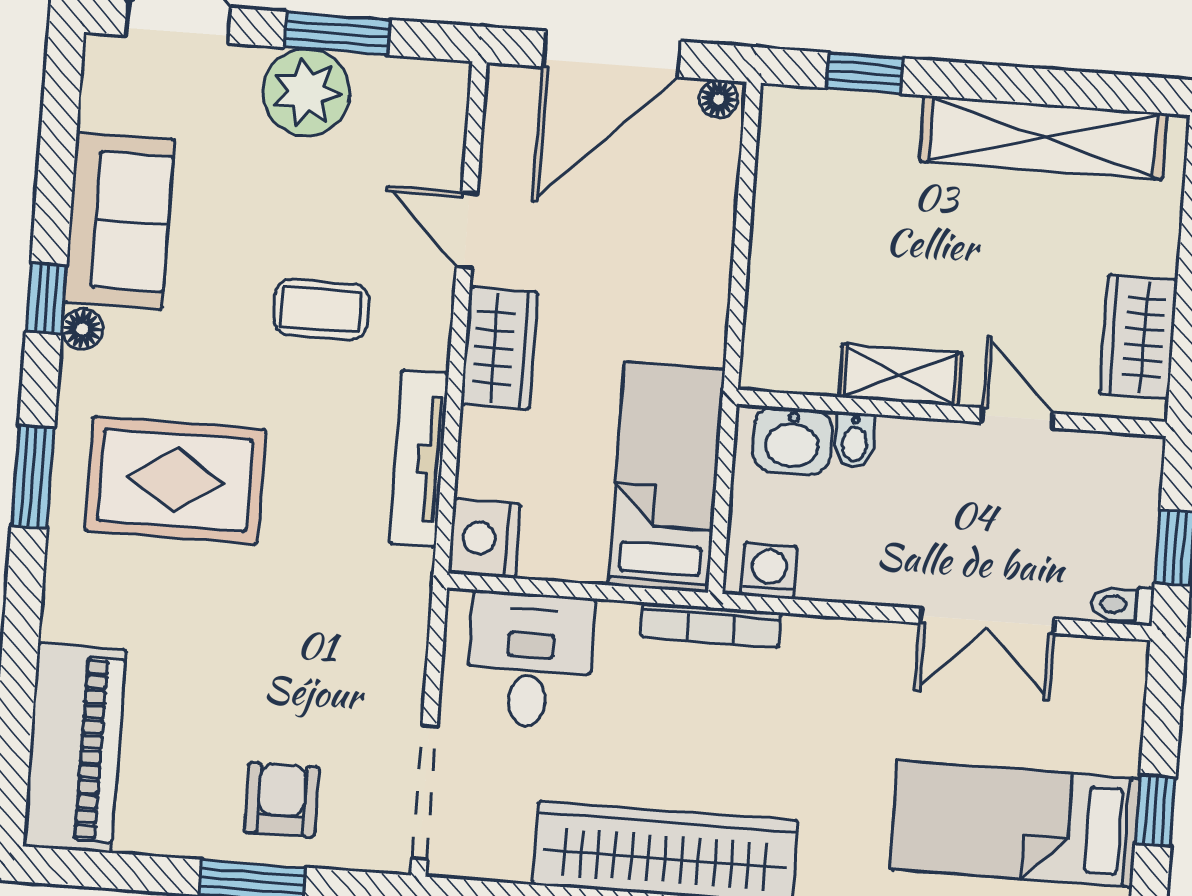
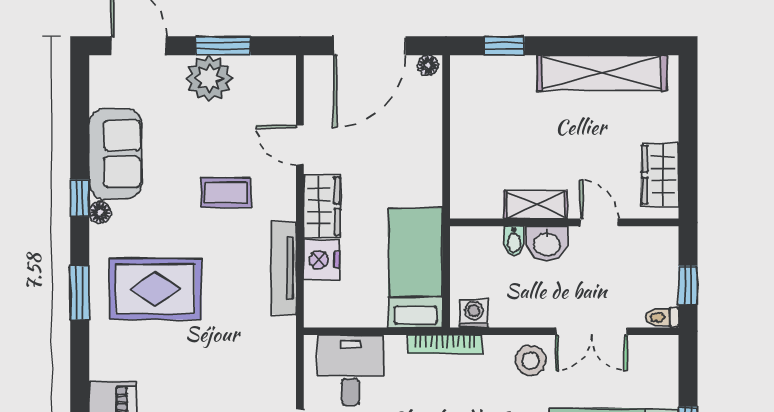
washbasin: (792, 441) -> (547, 244), moved
nightstand: (484, 538) -> (321, 260), moved
stool: (869, 667) -> (530, 361), added

